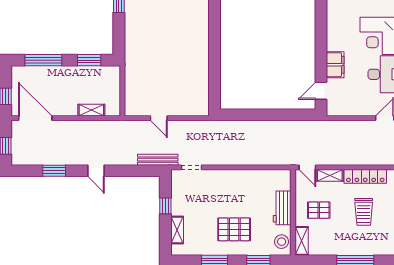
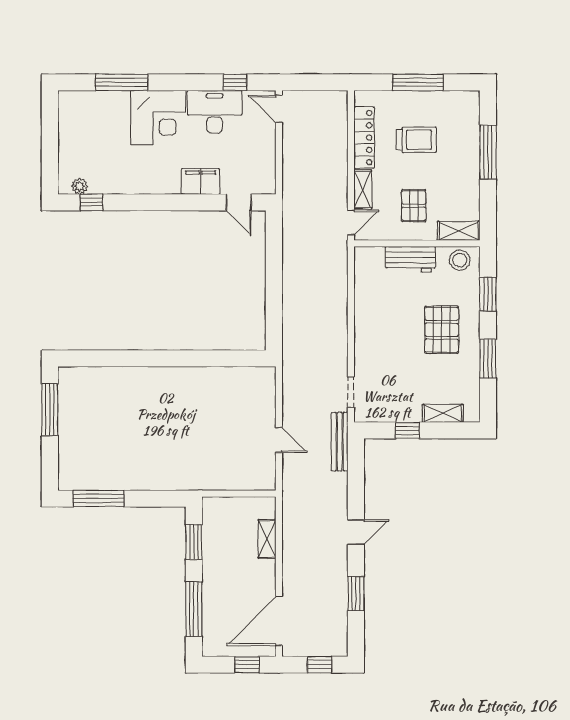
door: (159, 118) -> (279, 440), hinge flipped

